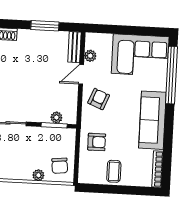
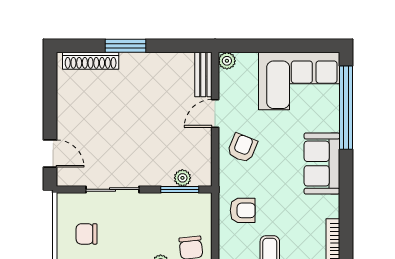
window: (45, 26) -> (125, 46), moved
plant: (90, 56) -> (227, 61), moved
sofa: (152, 120) -> (322, 164), width x0.73

